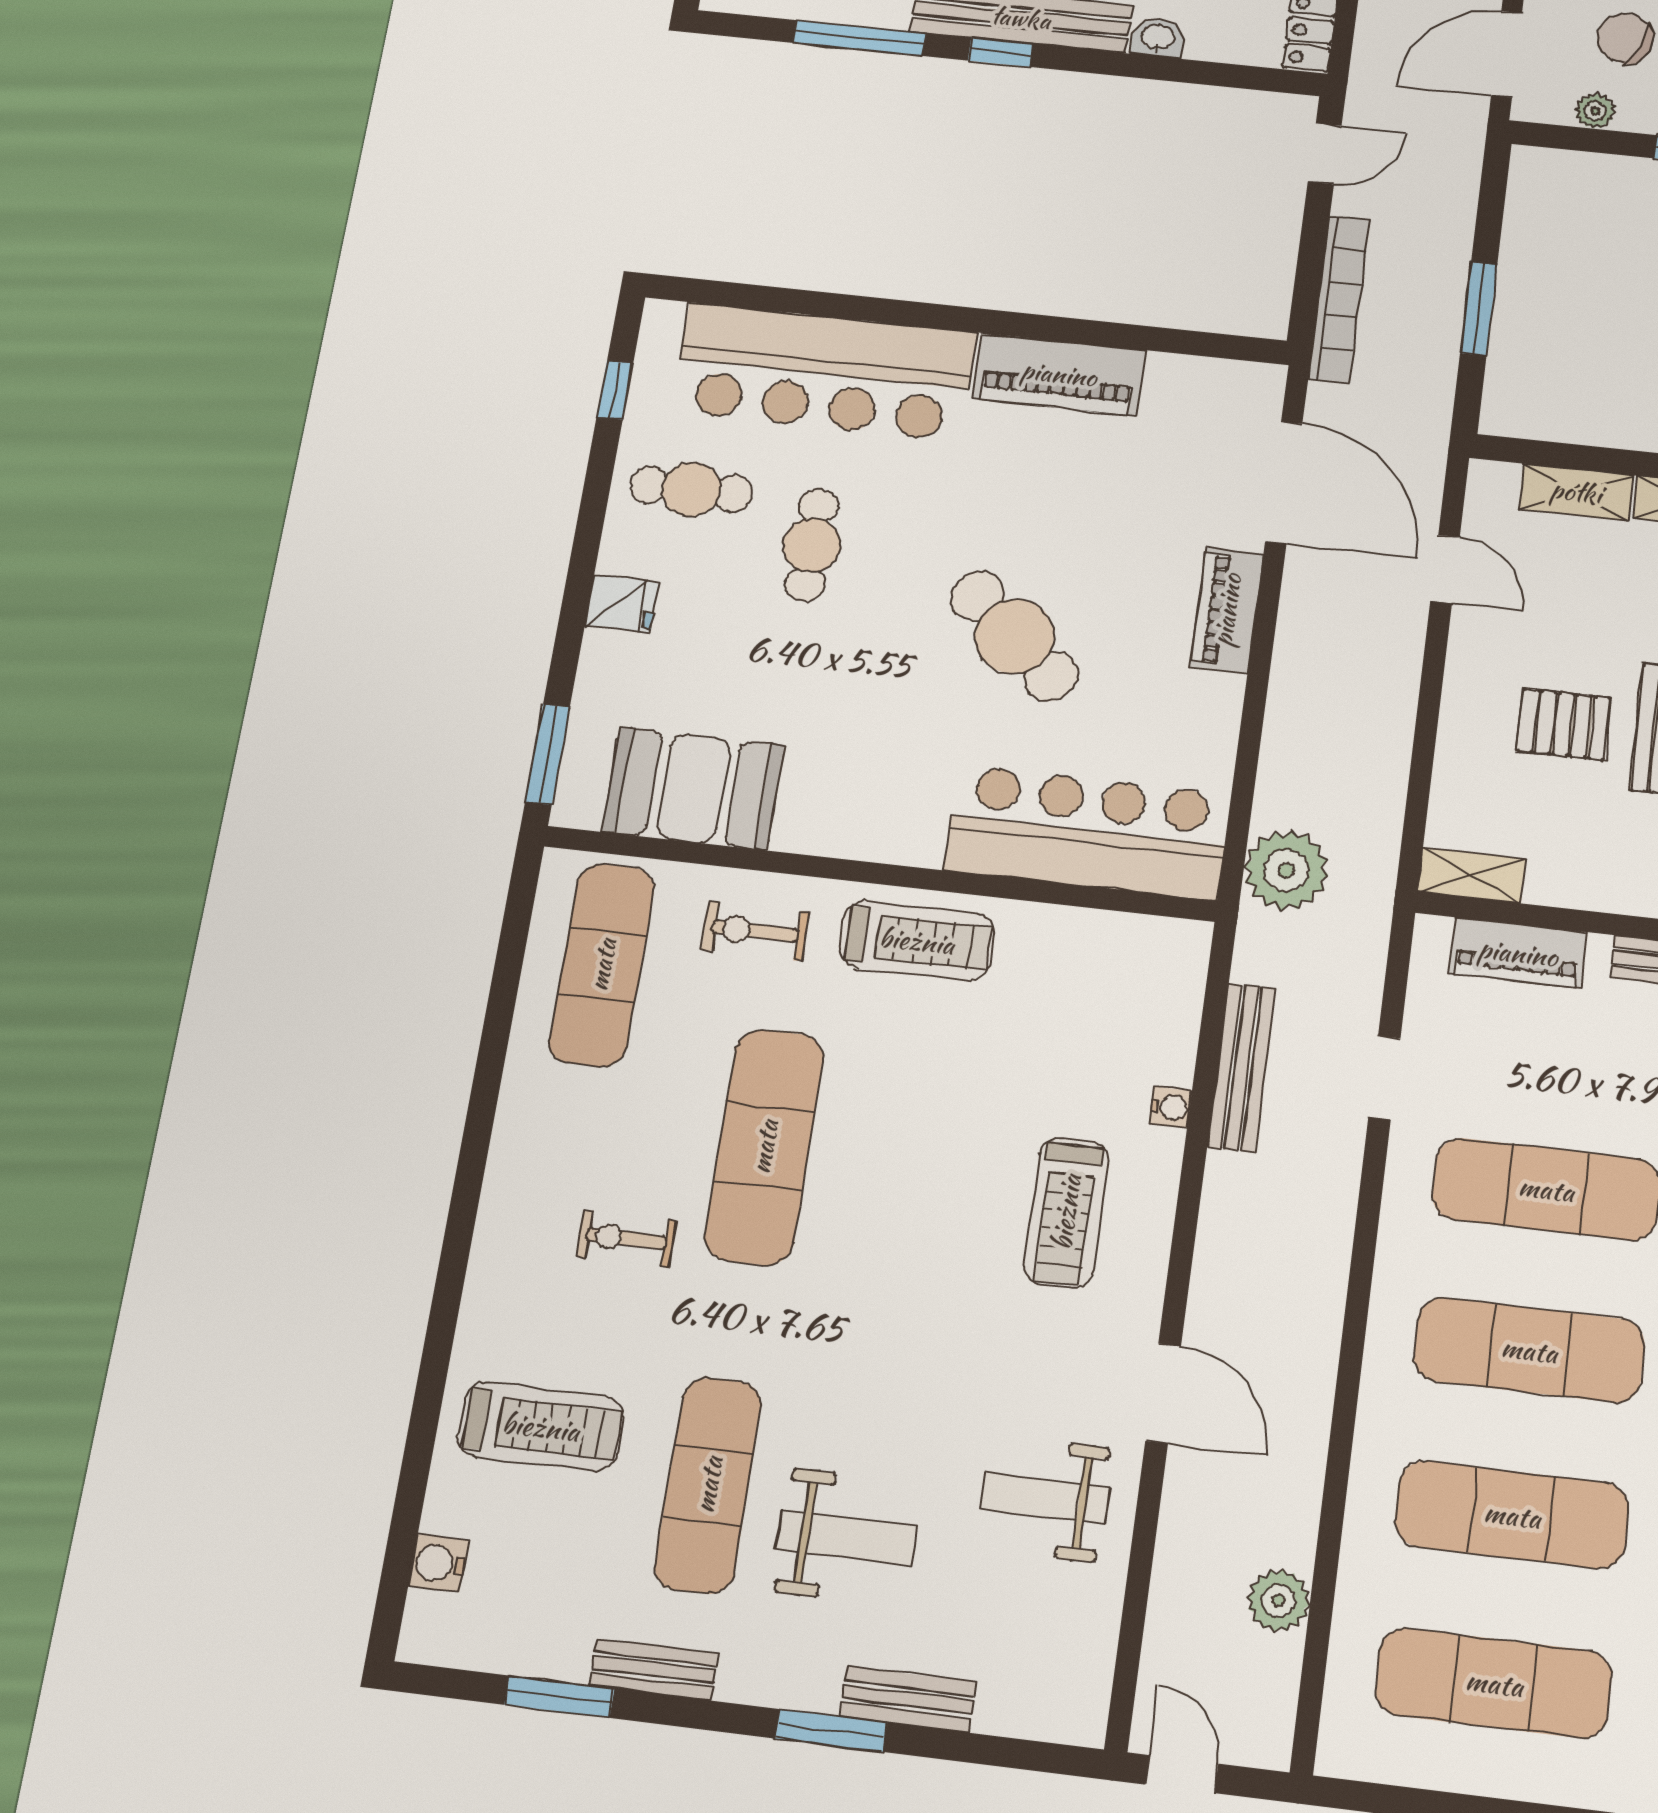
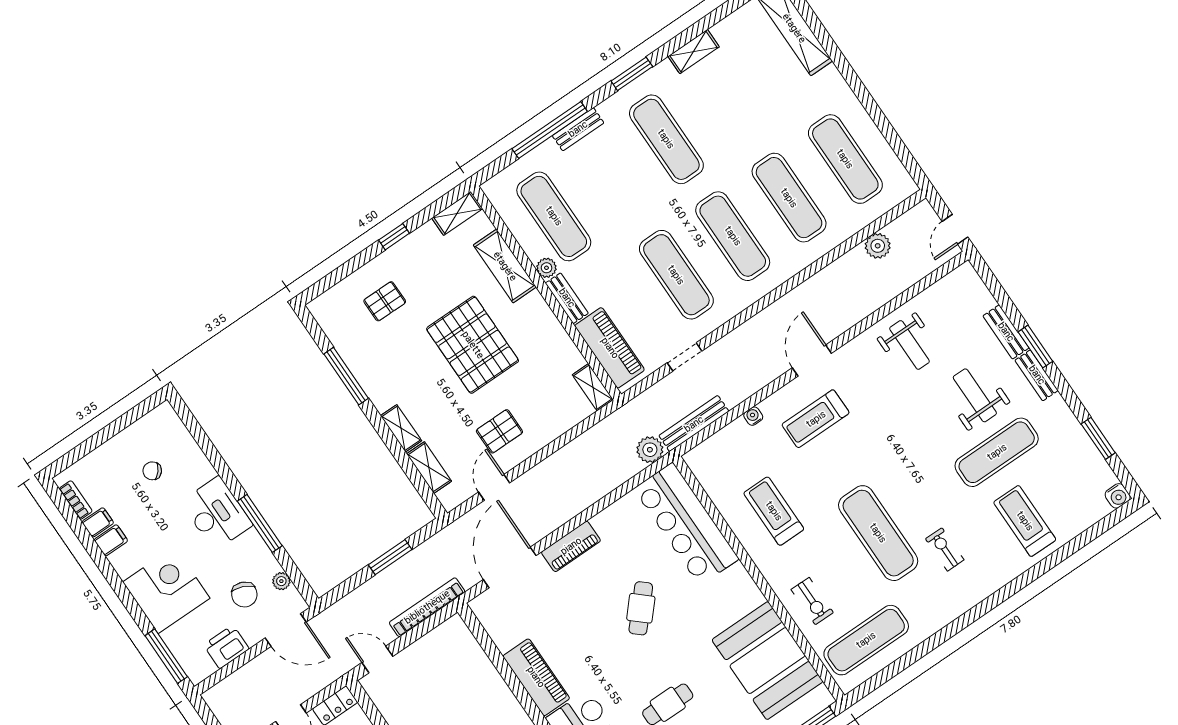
cafe table: (1014, 636) -> (641, 608), width x0.73, depth x0.74
pallet: (1563, 724) -> (499, 431), moved, turned 90
booth: (693, 788) -> (767, 661), width x1.36, depth x1.42
plant: (1286, 870) -> (650, 450), width x0.73, depth x0.73
treadmill: (917, 941) -> (774, 511), moved
piano: (1518, 953) -> (610, 348), width x1.37, depth x1.33
bench: (1241, 1068) -> (694, 424), moved
exercise mat: (764, 1147) -> (878, 533), turned 90
treadmill: (1066, 1212) -> (816, 419), turned 180
exercise bike: (626, 1239) -> (945, 549), turned 180
door: (1163, 1393) -> (812, 361), moved
water cooler: (438, 1563) -> (1118, 496), moved
bench: (654, 1670) -> (1037, 375), moved

